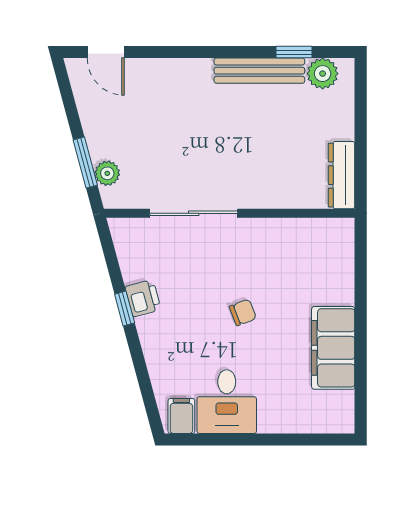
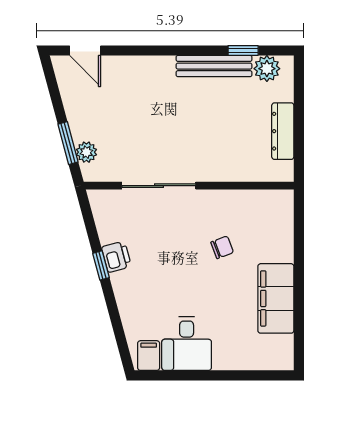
dresser: (341, 175) -> (283, 131), moved
chair: (243, 312) -> (222, 247), moved

